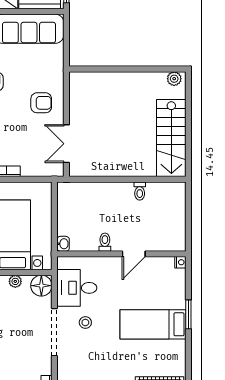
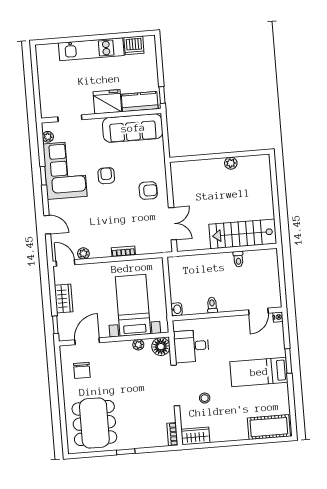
plant: (174, 79) -> (231, 163), moved
stairs: (171, 138) -> (243, 234), moved, turned 90
double door: (66, 144) -> (172, 224), swing flipped
door: (134, 254) -> (258, 311), moved
stool: (85, 323) -> (205, 398), moved

